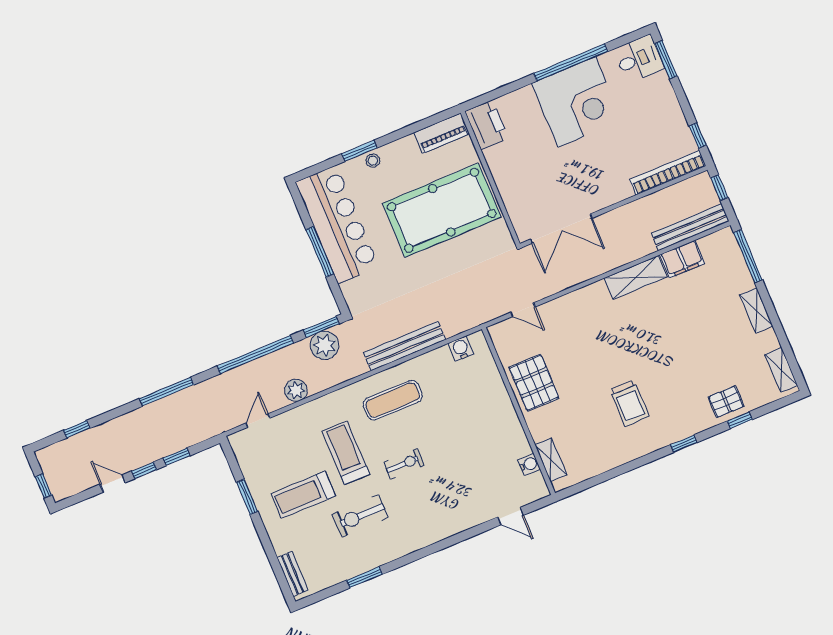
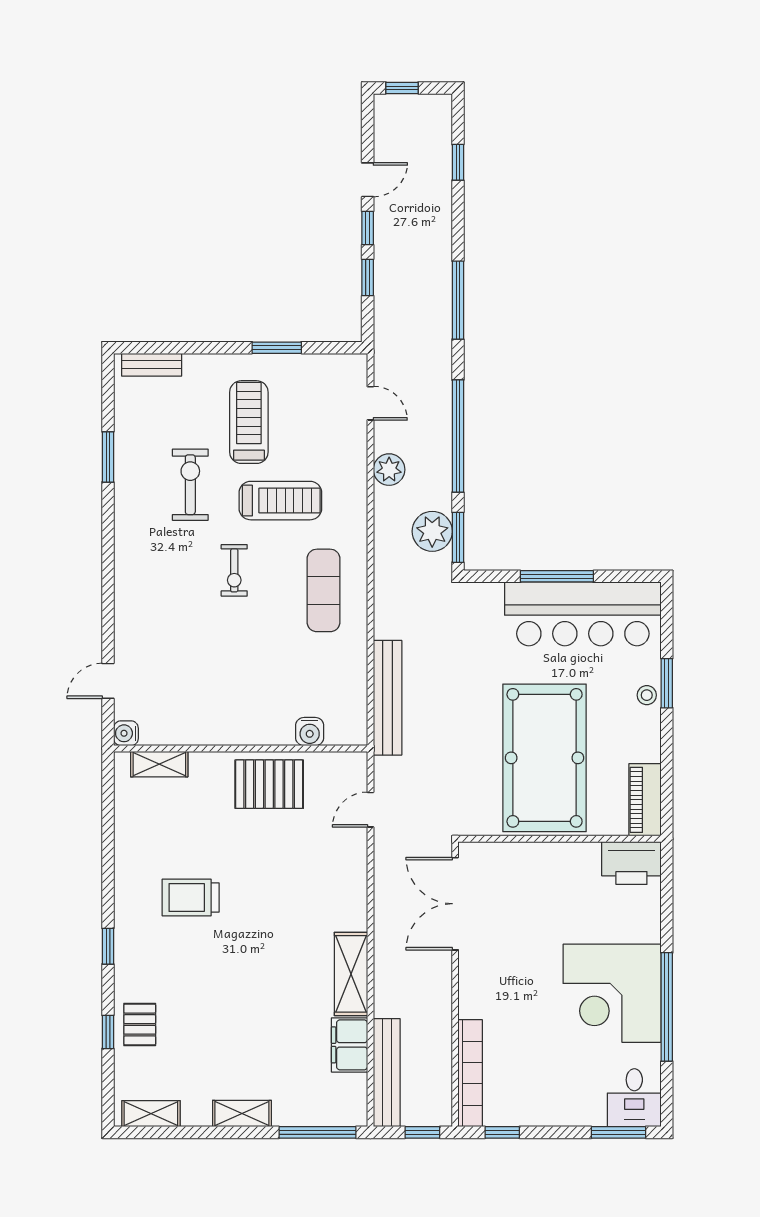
bench: (404, 346) -> (388, 698), moved
water cooler: (461, 349) -> (310, 732), moved, turned 90
water cooler: (529, 464) -> (126, 733), moved, turned 90

